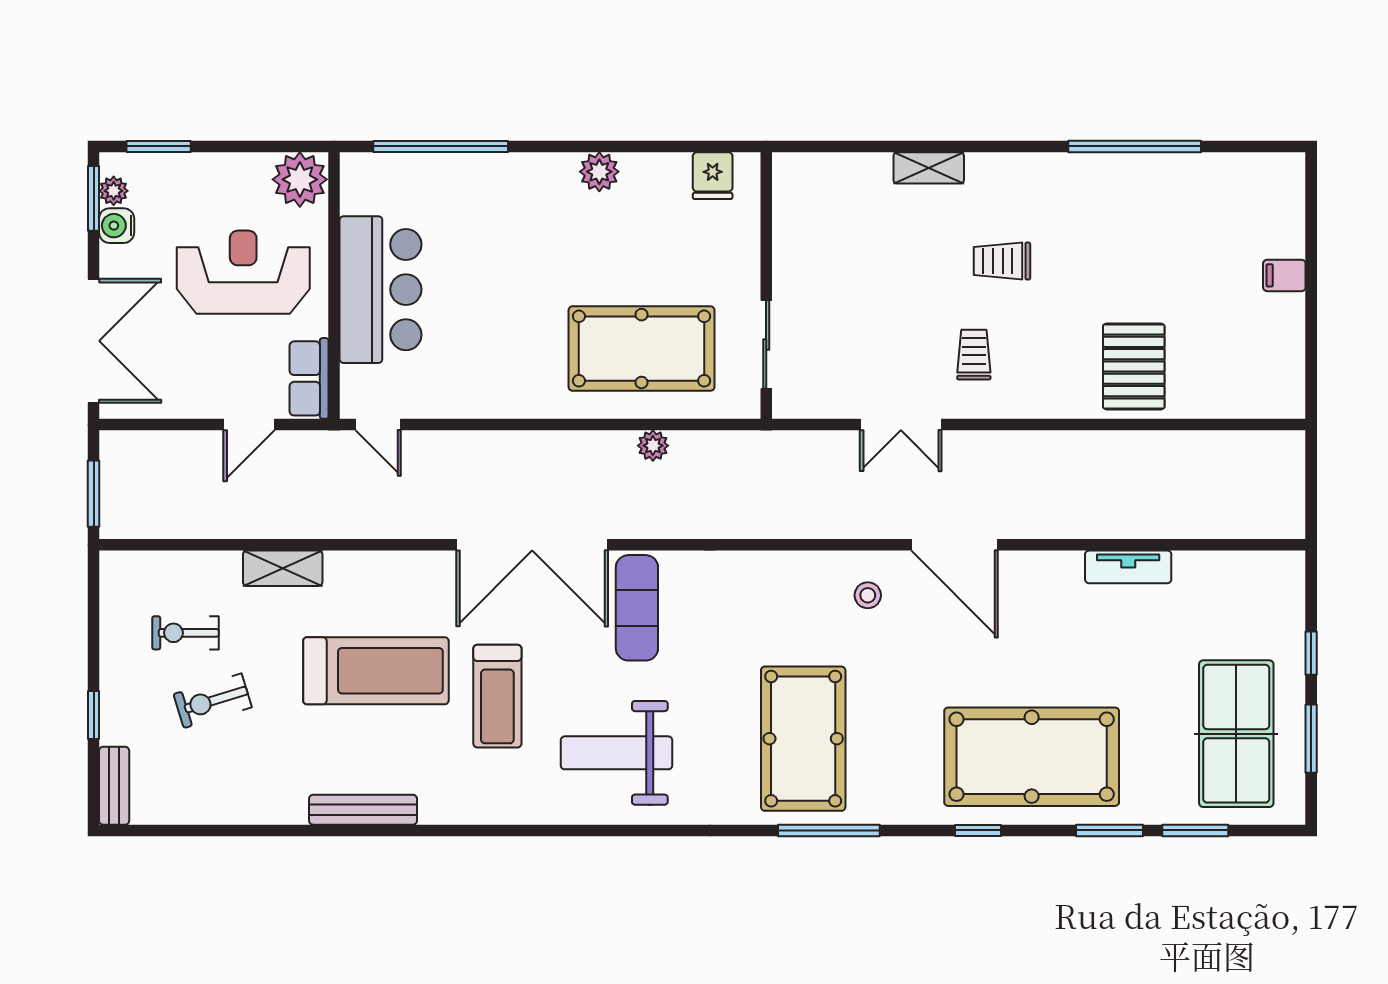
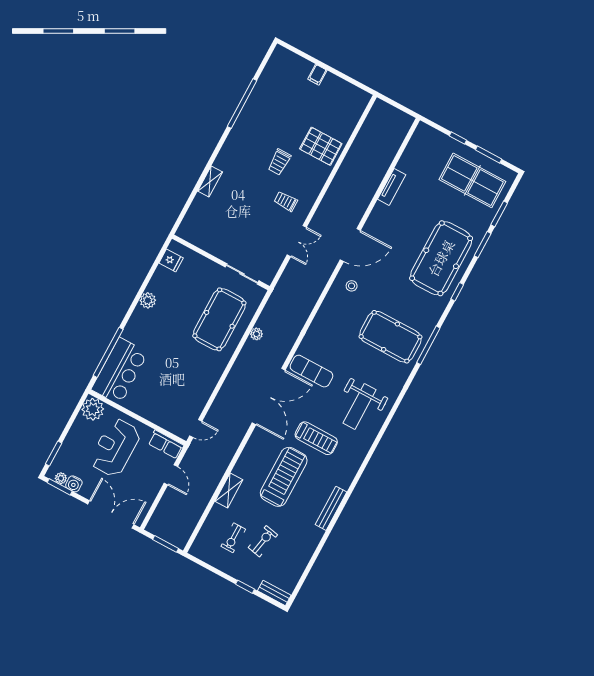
trolley: (1002, 261) -> (279, 162), moved
bar counter: (381, 290) -> (120, 371), moved, turned 90
exercise bike: (213, 701) -> (263, 541), turned -152

